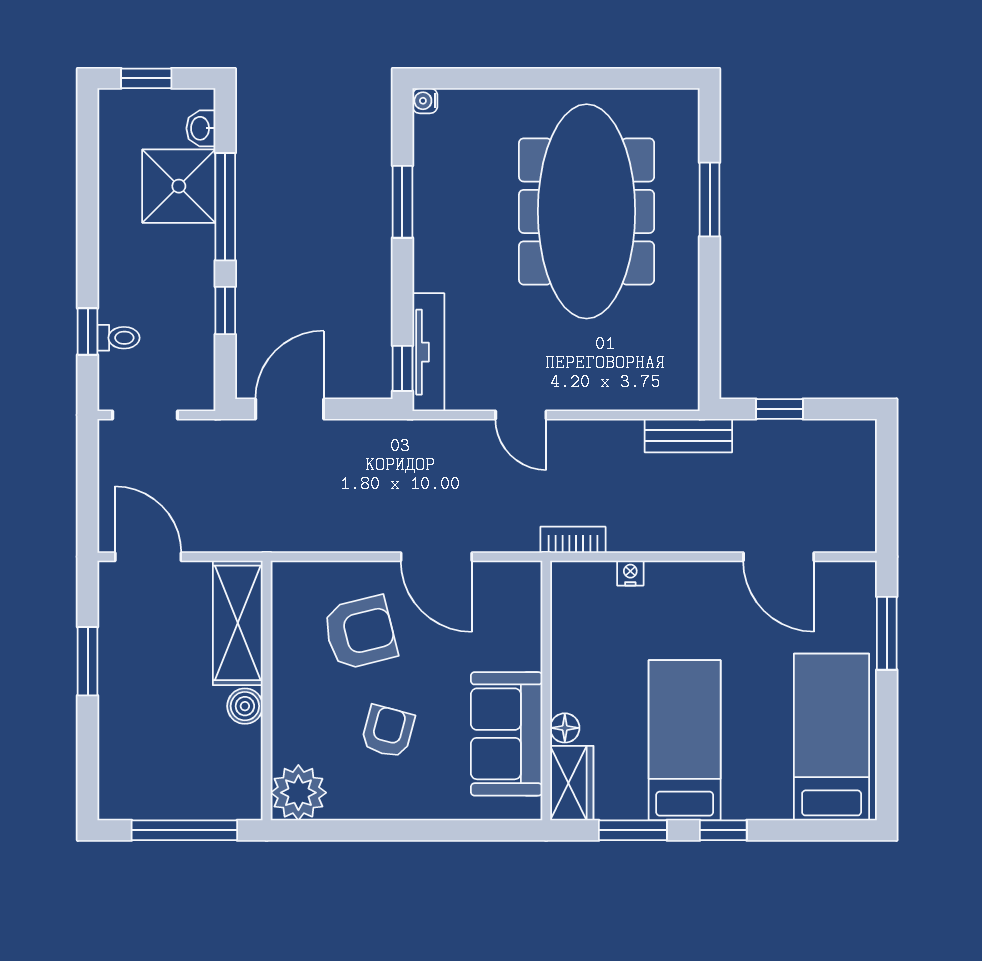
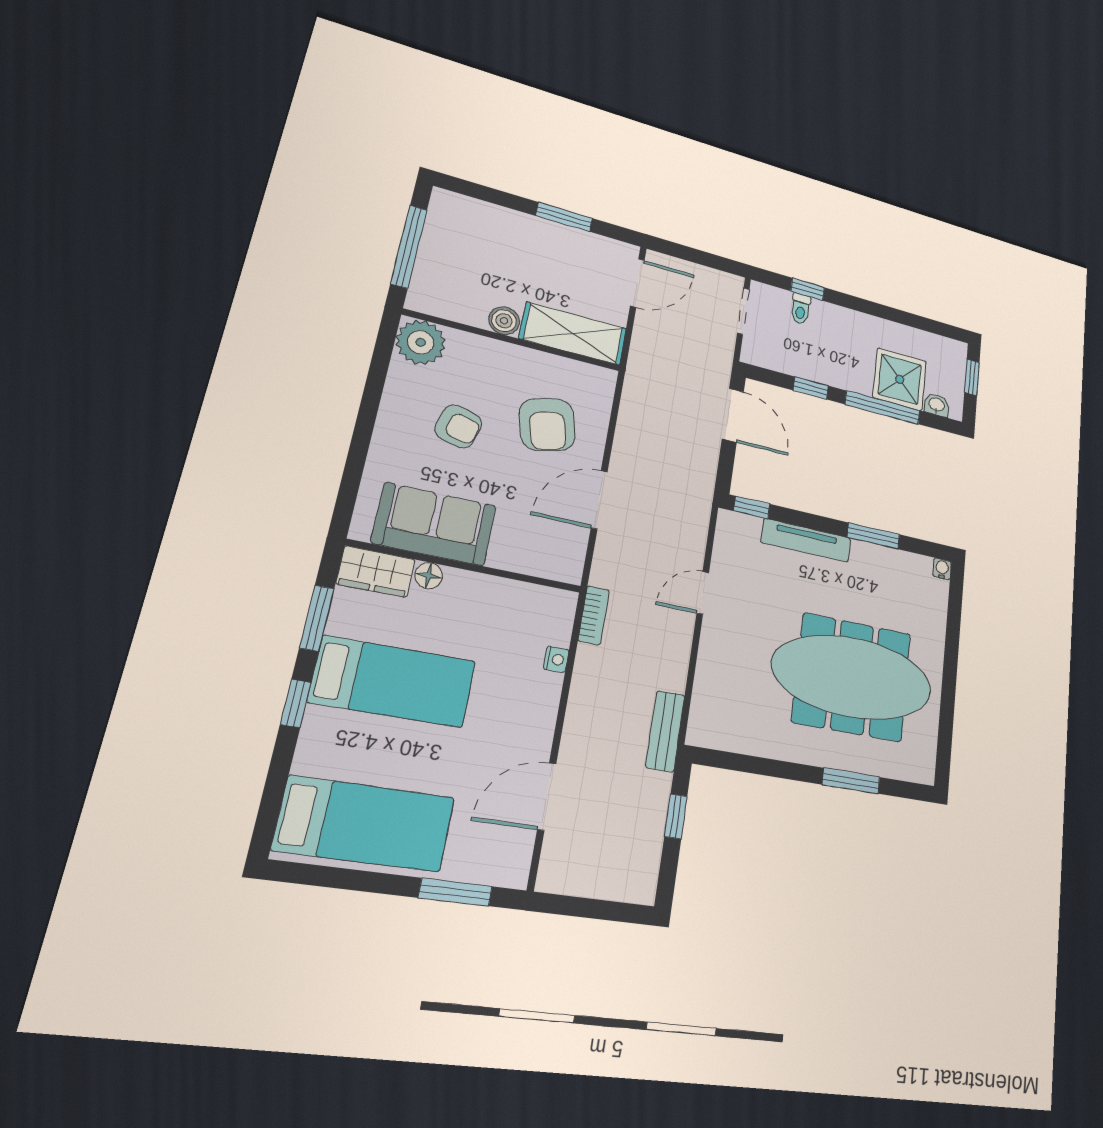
tv unit: (428, 352) -> (806, 540), moved

